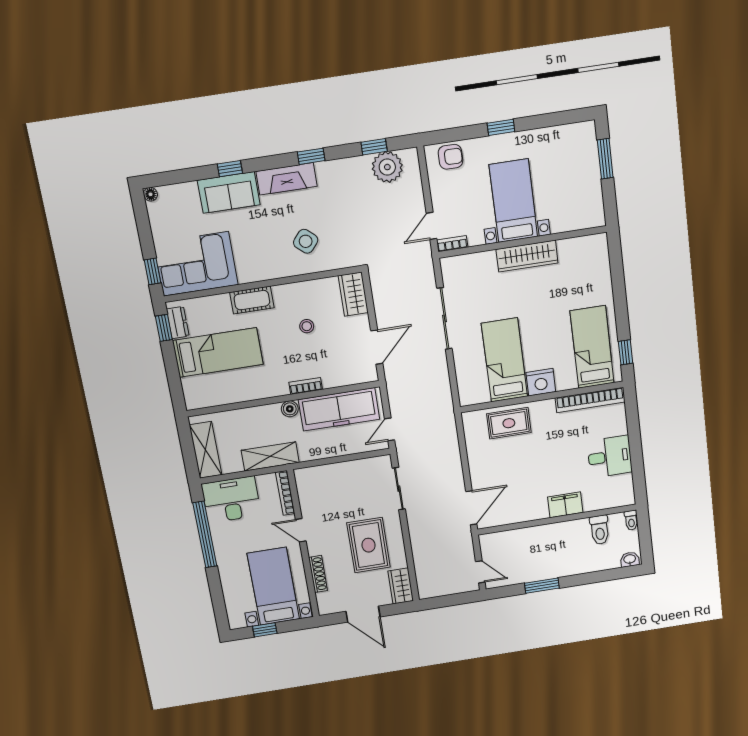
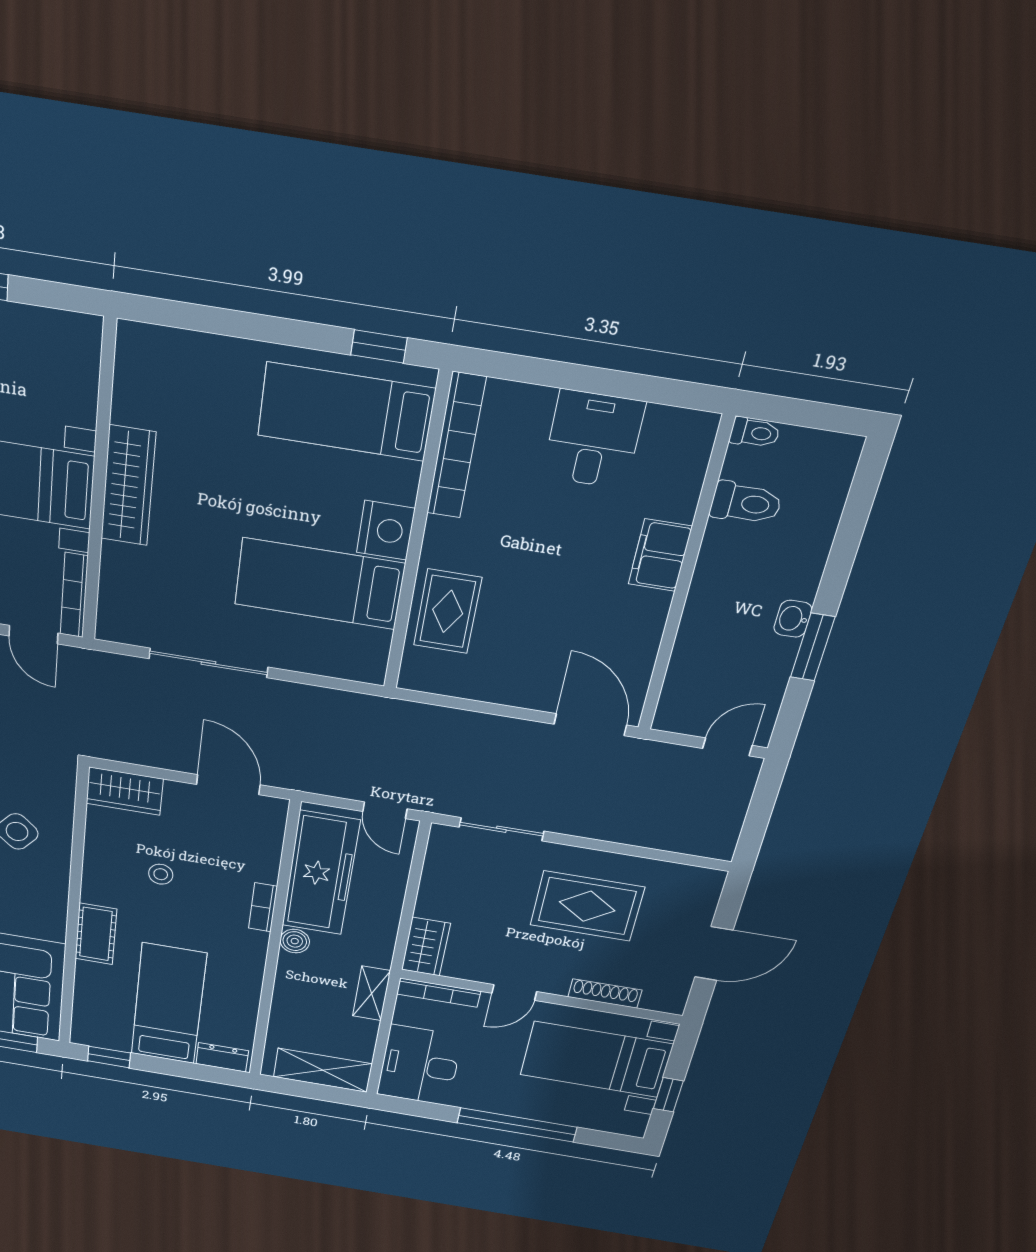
bookcase: (452, 244) -> (74, 595), width x1.56
dresser: (178, 323) -> (222, 1057), moved
shelving: (270, 456) -> (372, 993), width x0.67, depth x0.75
window: (205, 534) -> (517, 1125), moved
washbasin: (630, 559) -> (793, 619), moved
wardrobe: (401, 586) -> (426, 947), moved, turned -90

